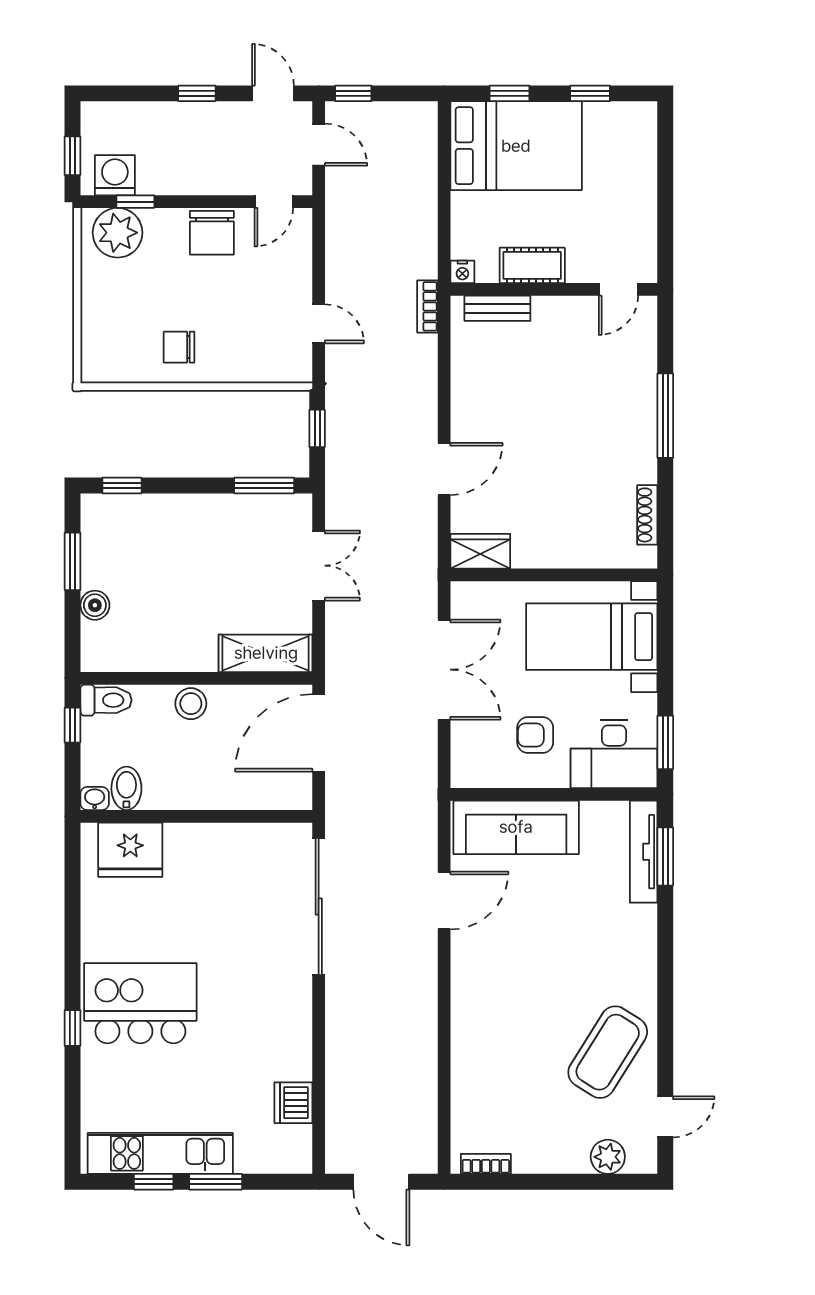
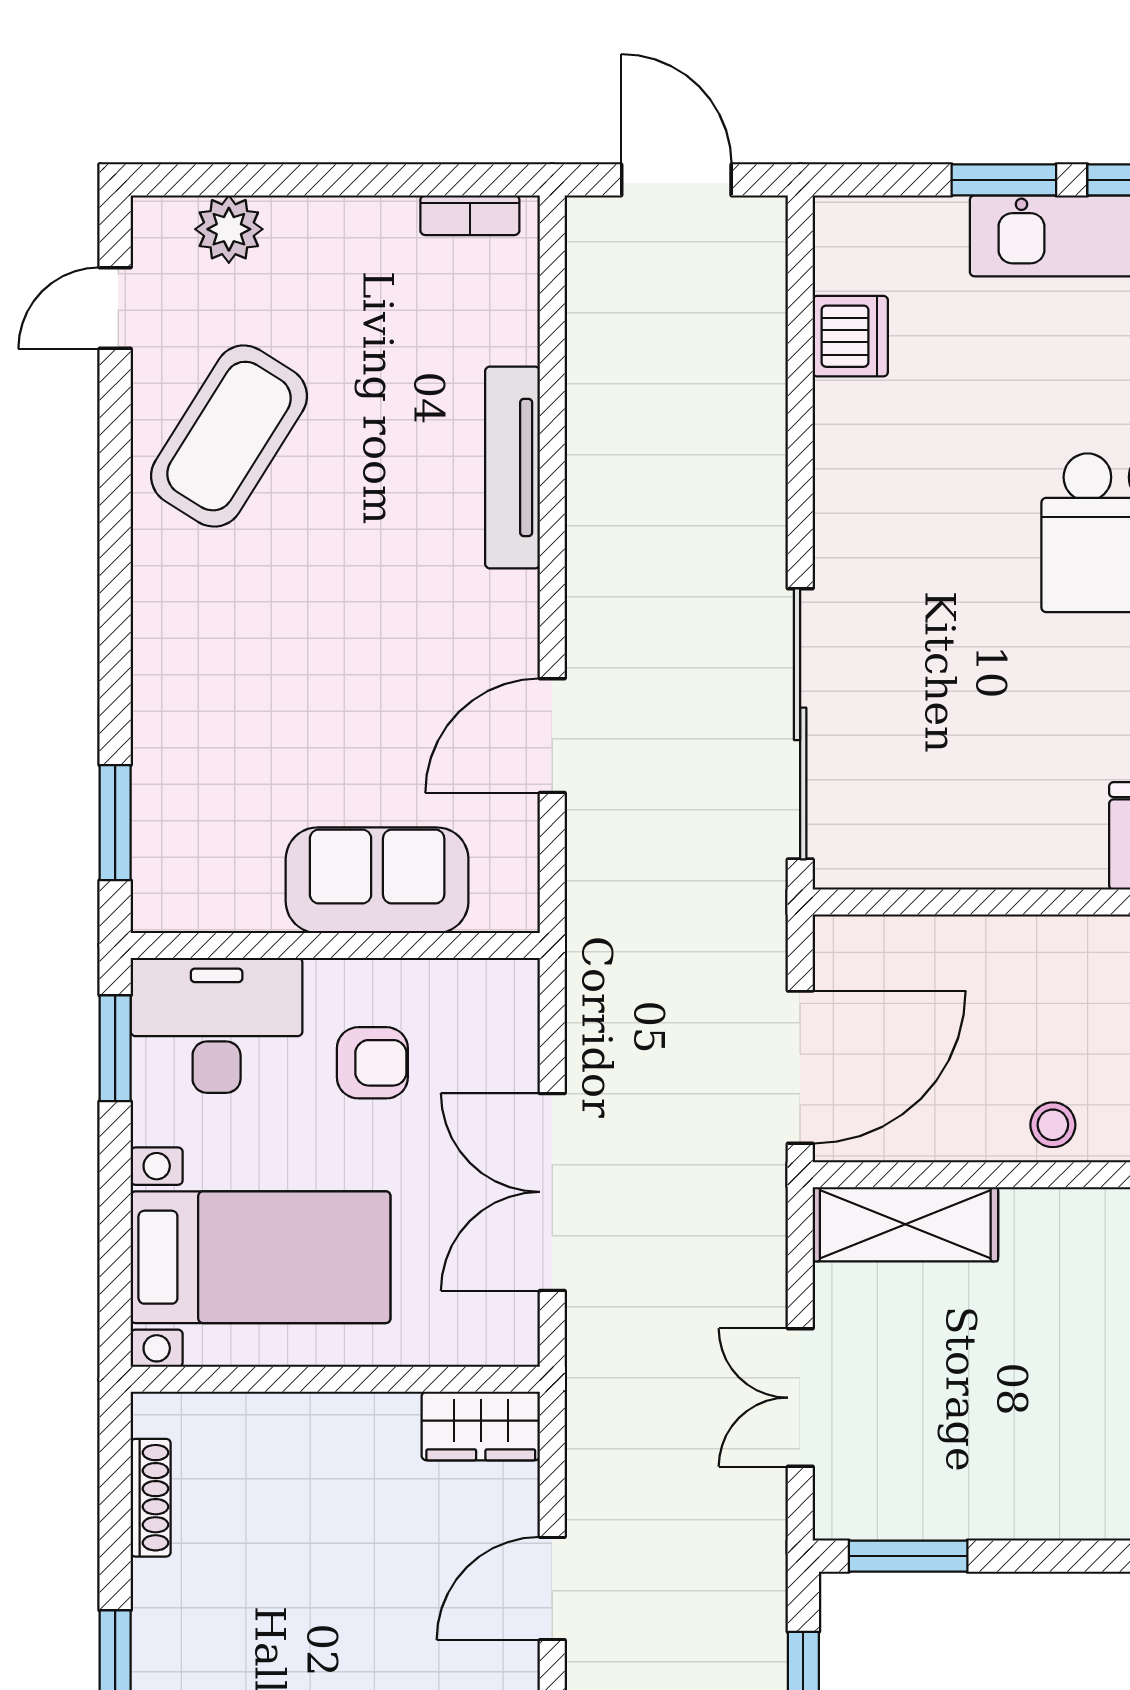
stool: (191, 704) -> (1053, 1125), width x0.73, depth x0.73
sofa: (516, 827) -> (377, 880), width x0.73
tv unit: (644, 852) -> (512, 467), moved, turned 180

